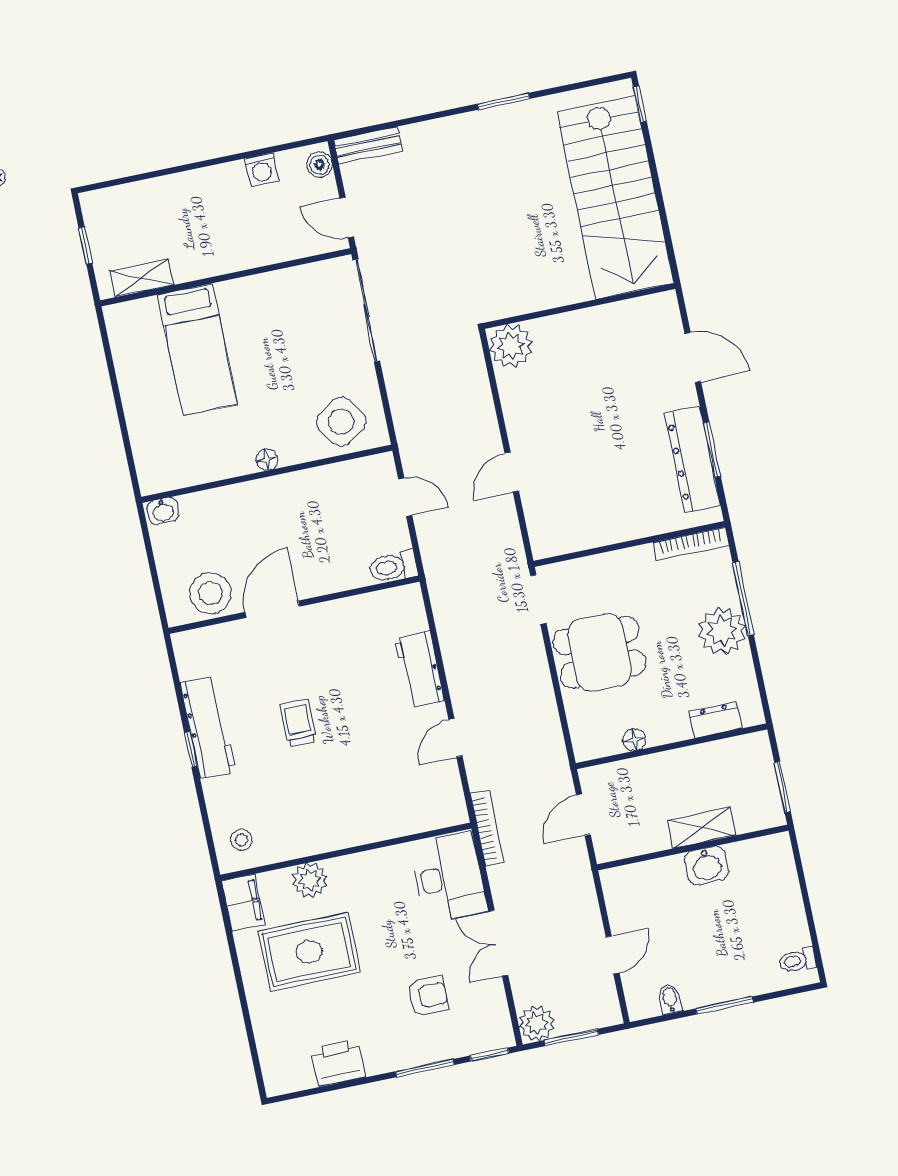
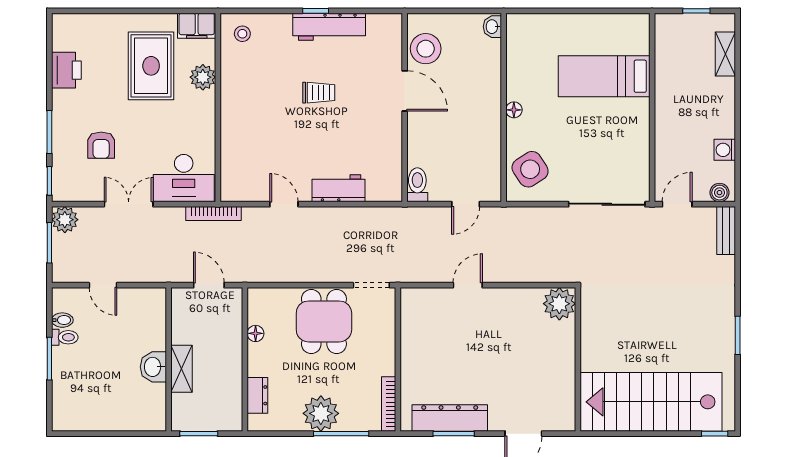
shelving: (141, 278) -> (725, 54), moved
door: (512, 472) -> (468, 285), hinge flipped
toilet: (797, 960) -> (65, 337), moved, turned 90

